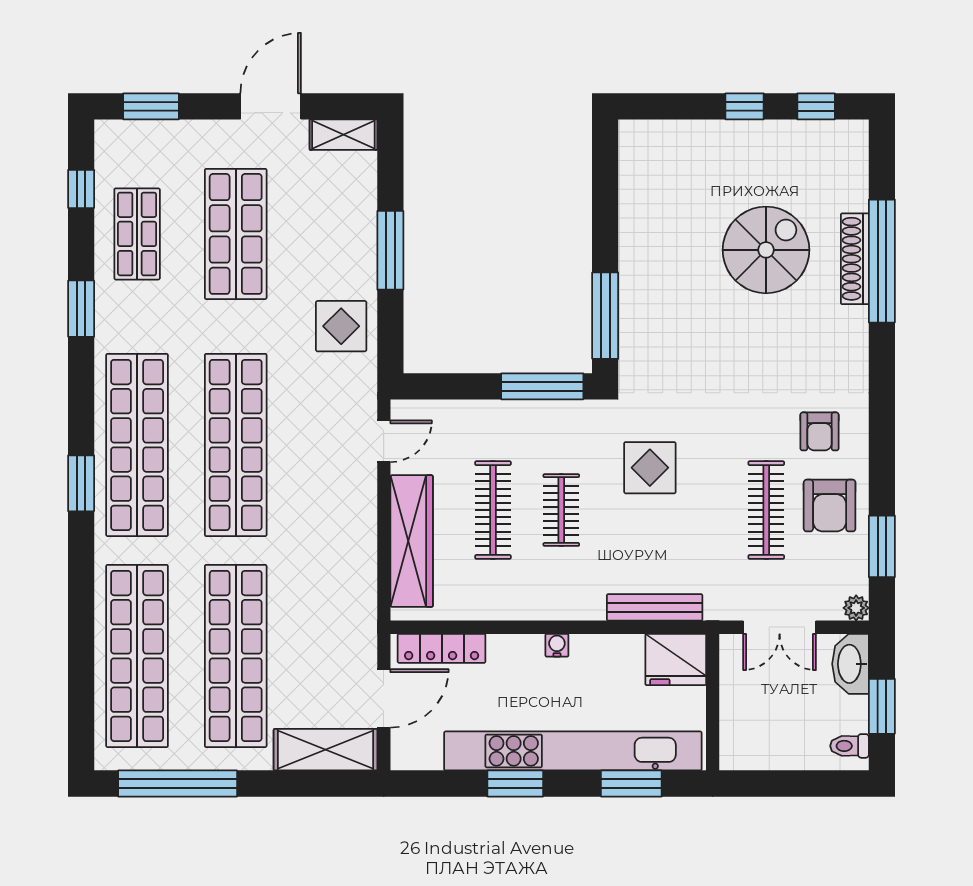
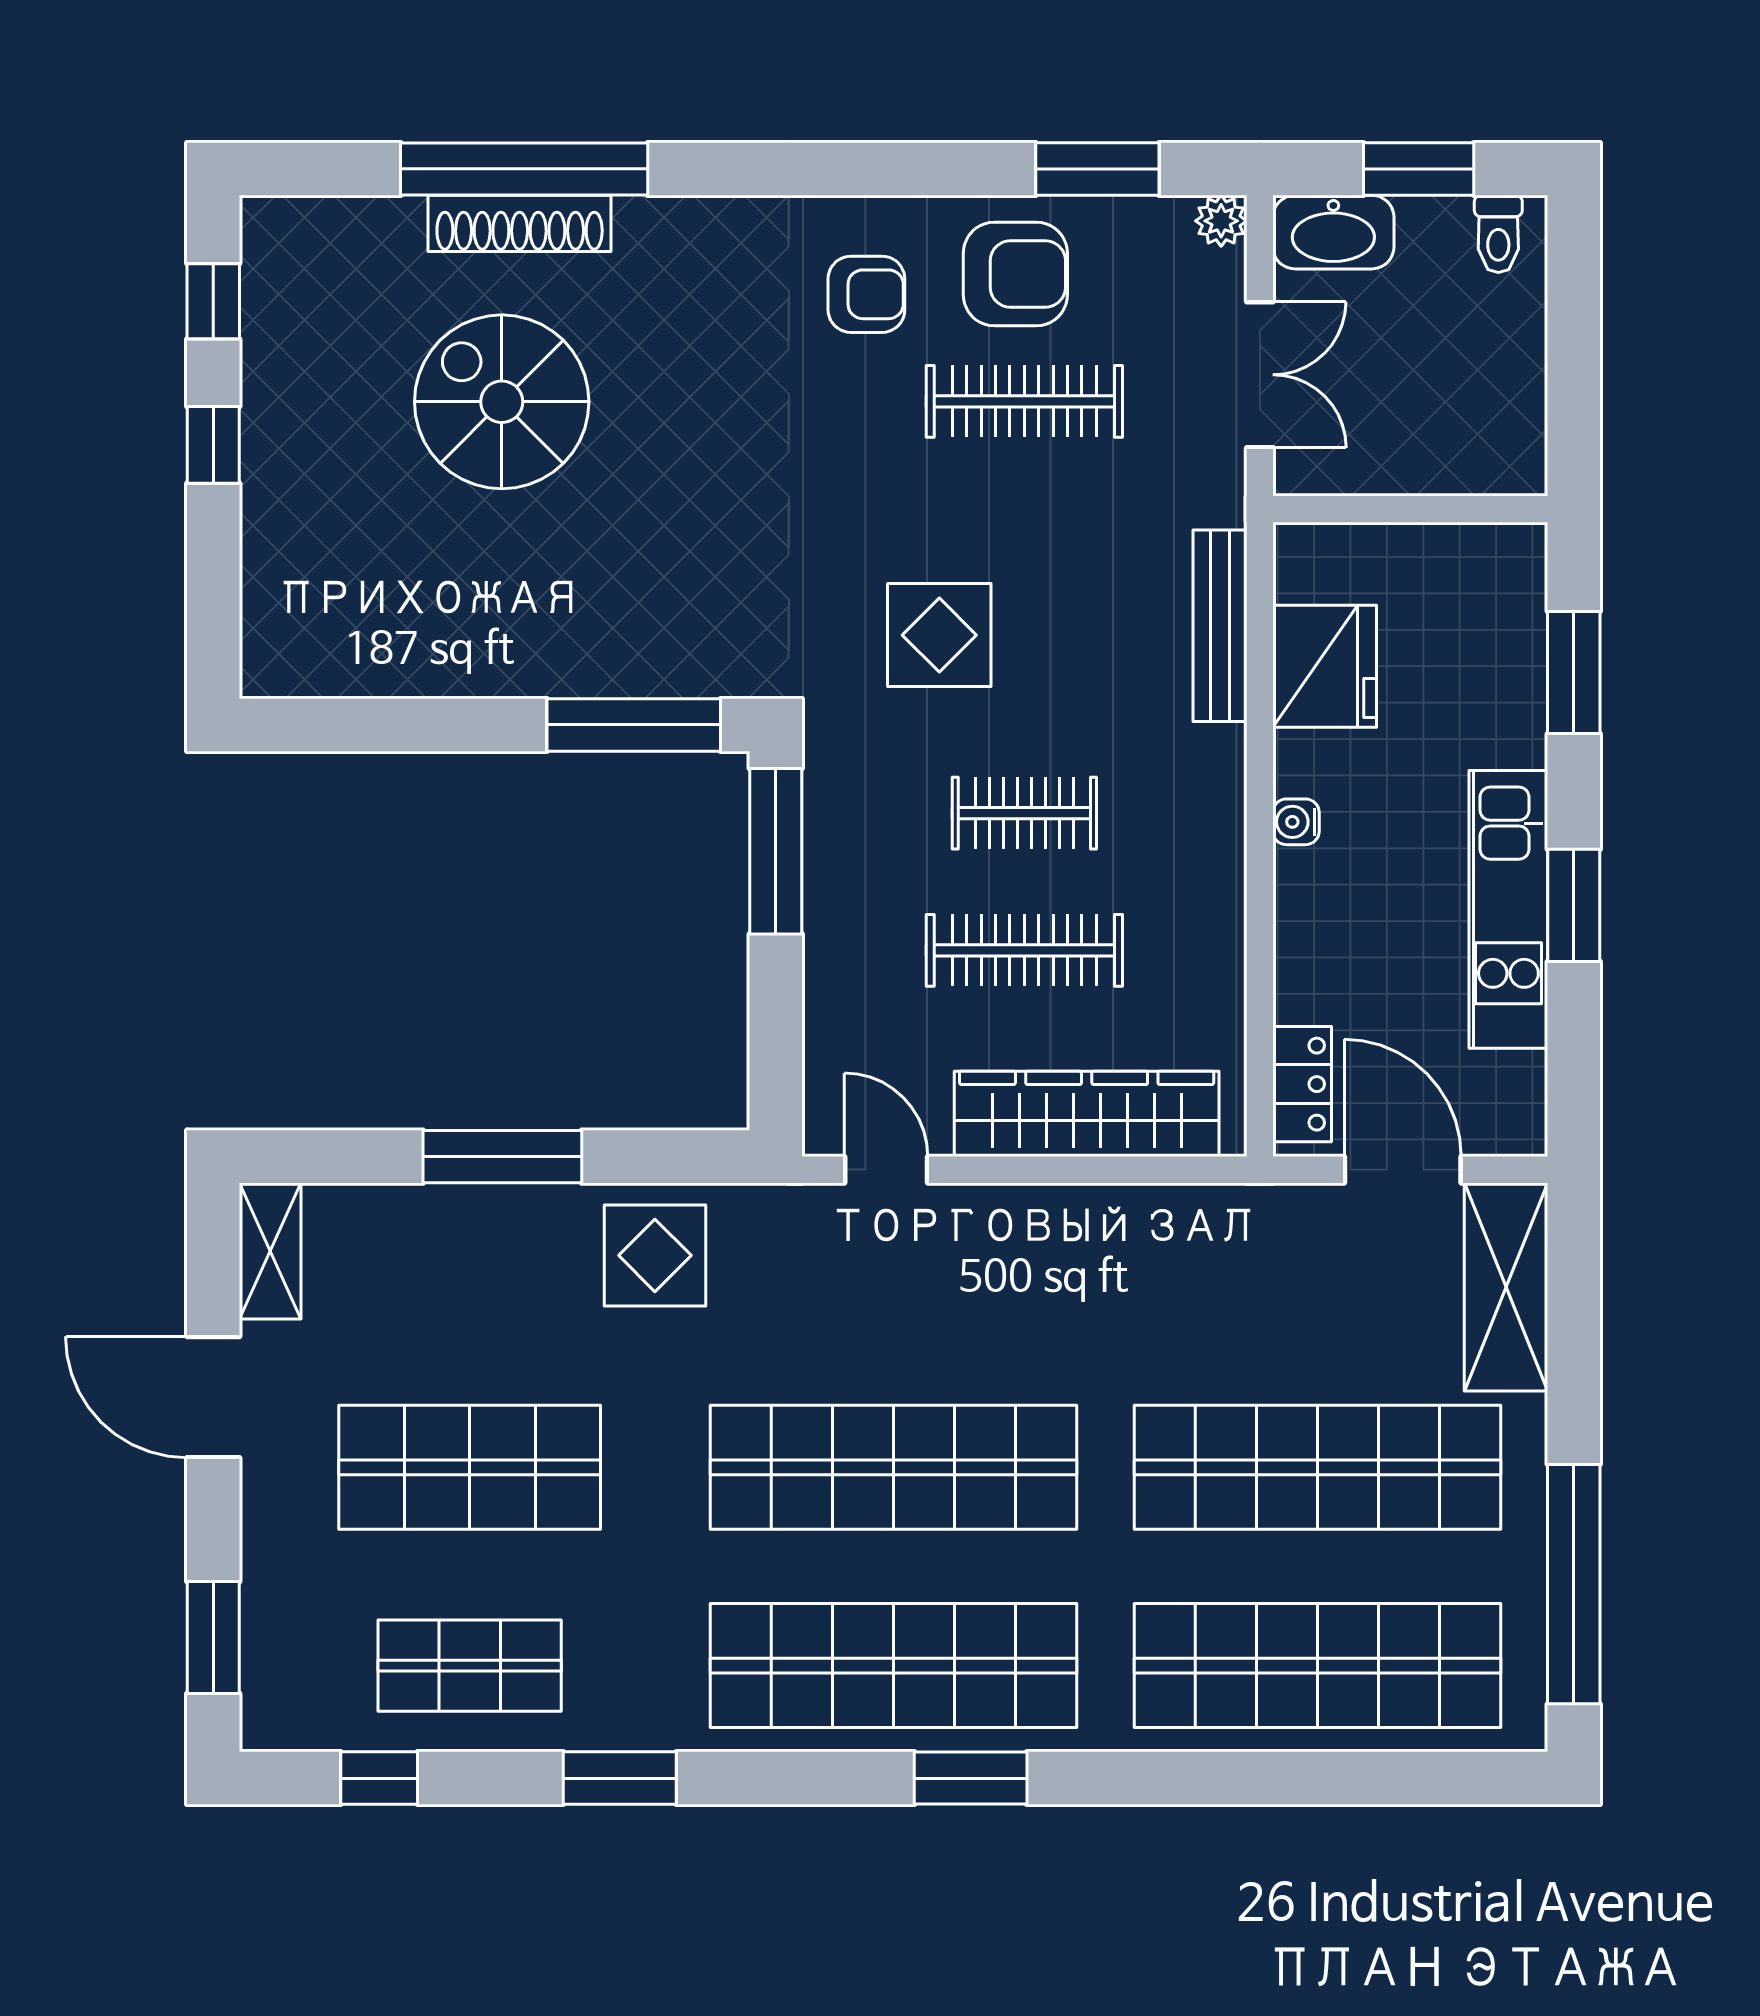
locker: (442, 648) -> (1302, 1084), width x0.66
fridge: (676, 659) -> (1325, 666), moved
kitchen unit: (573, 751) -> (1508, 909), width x0.54

